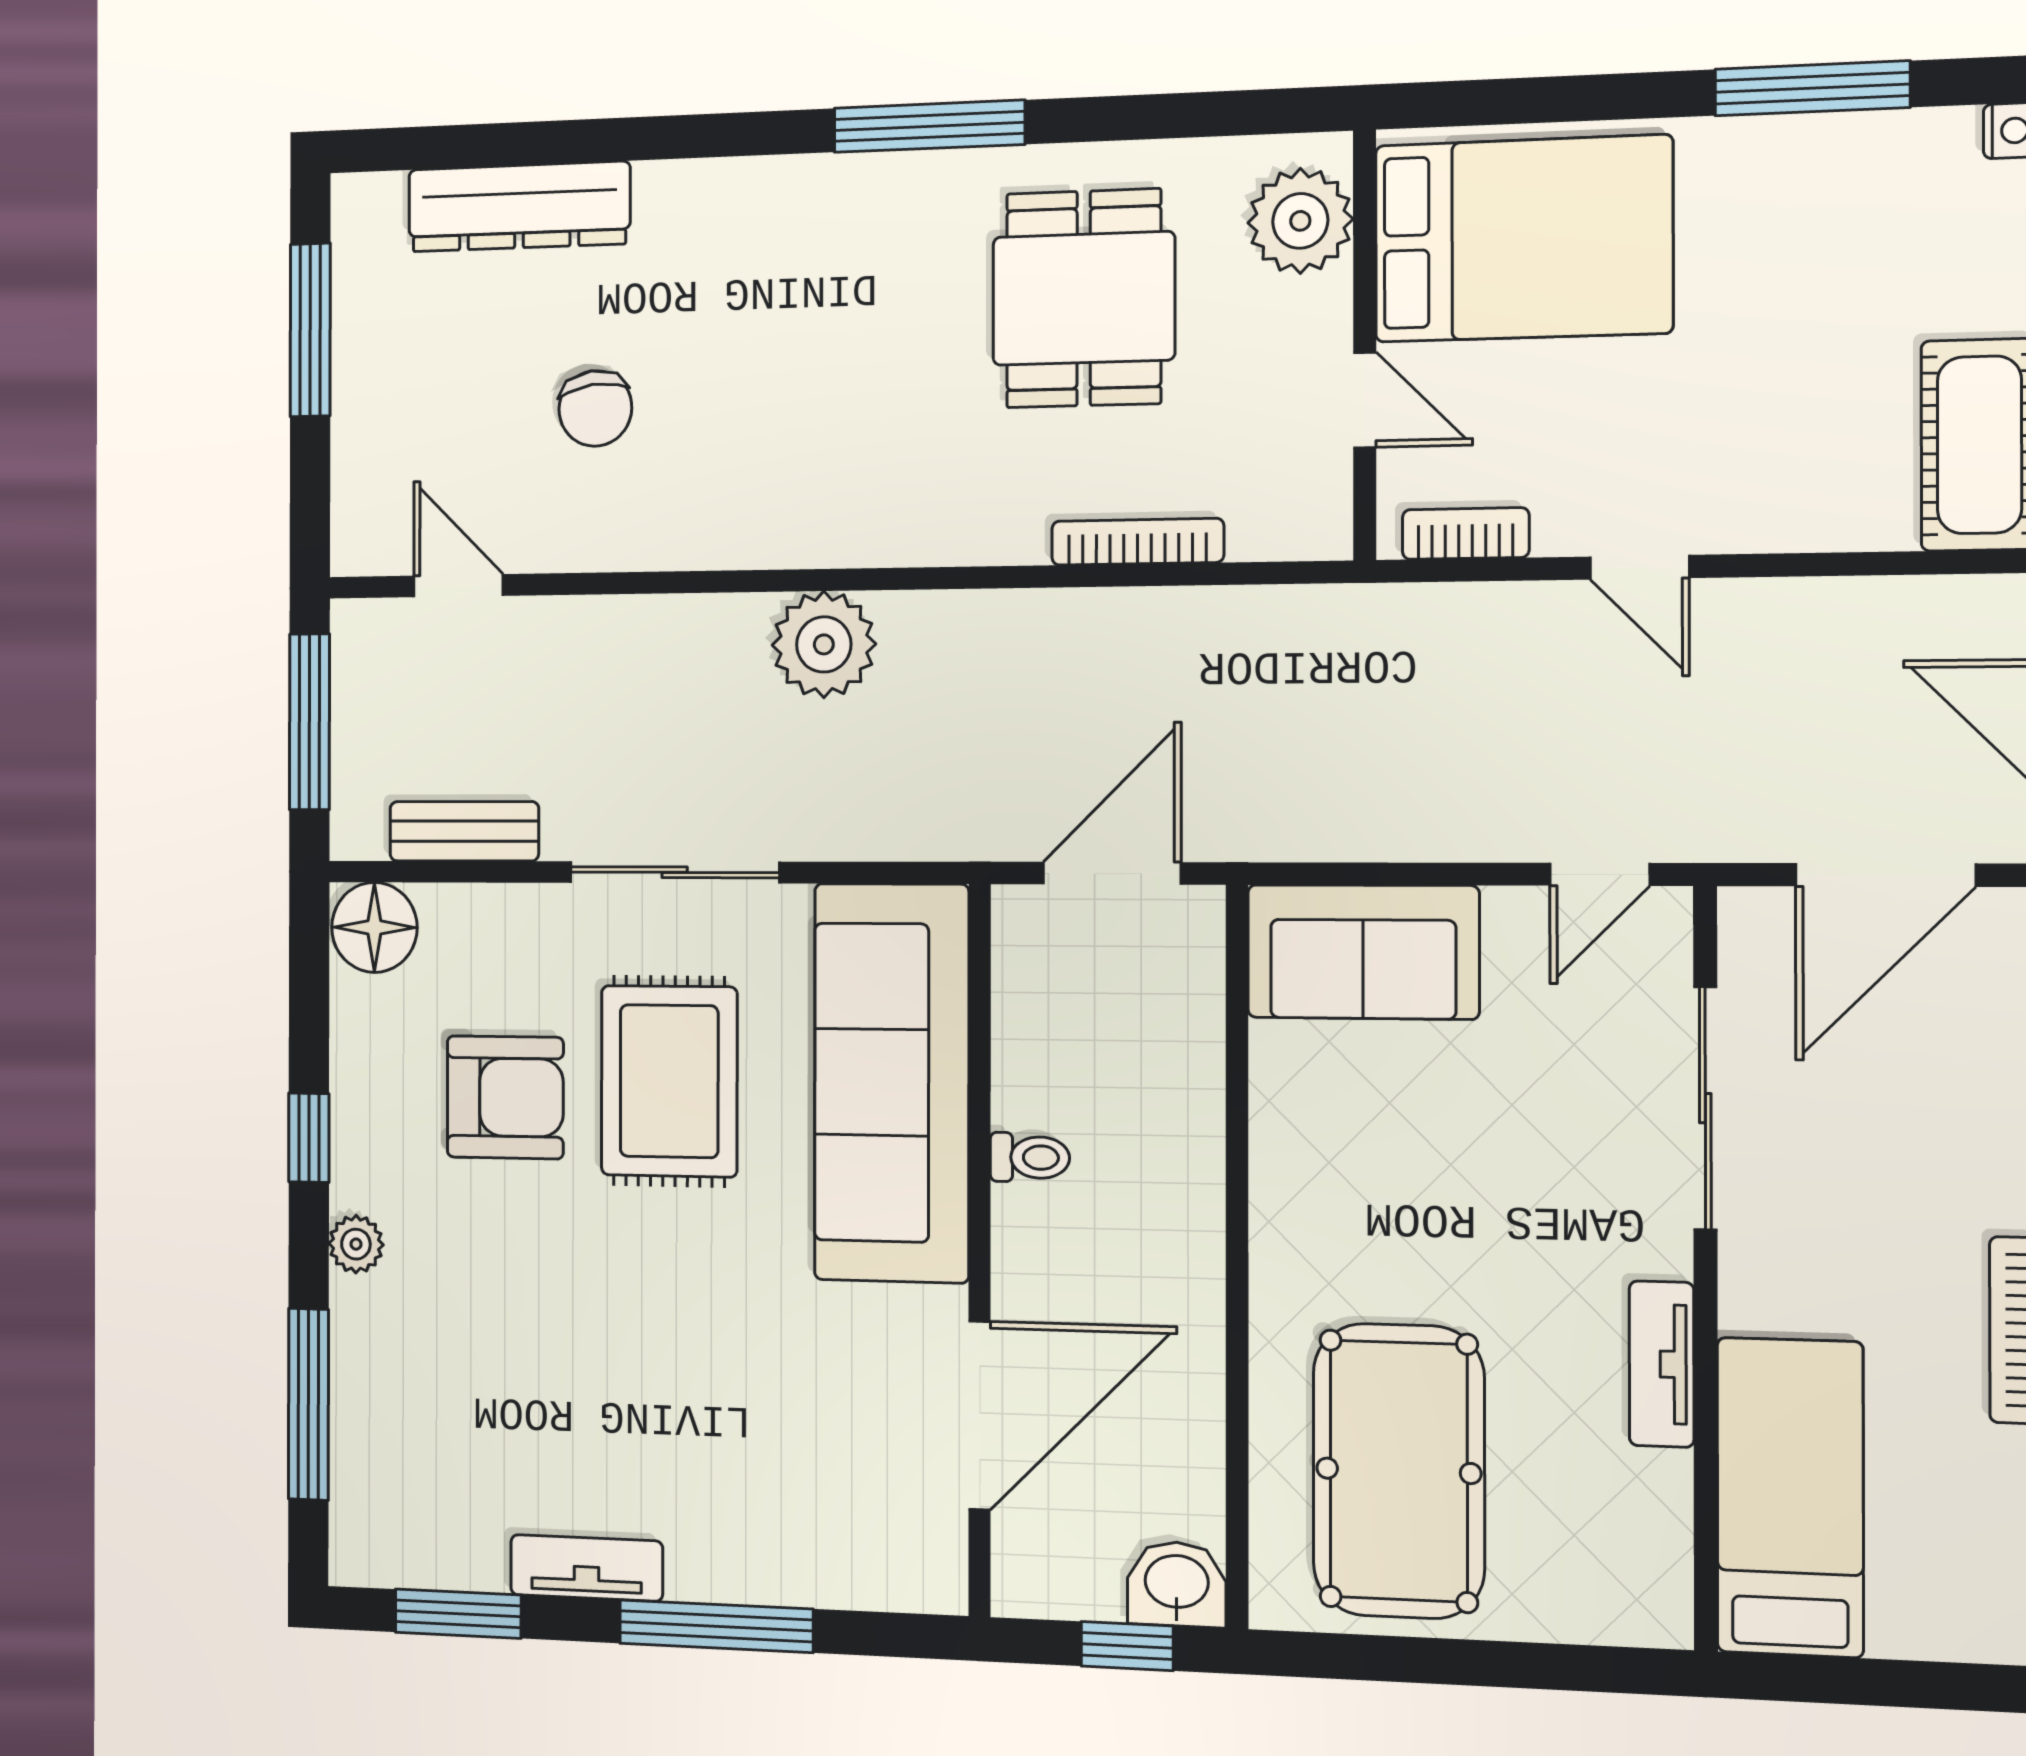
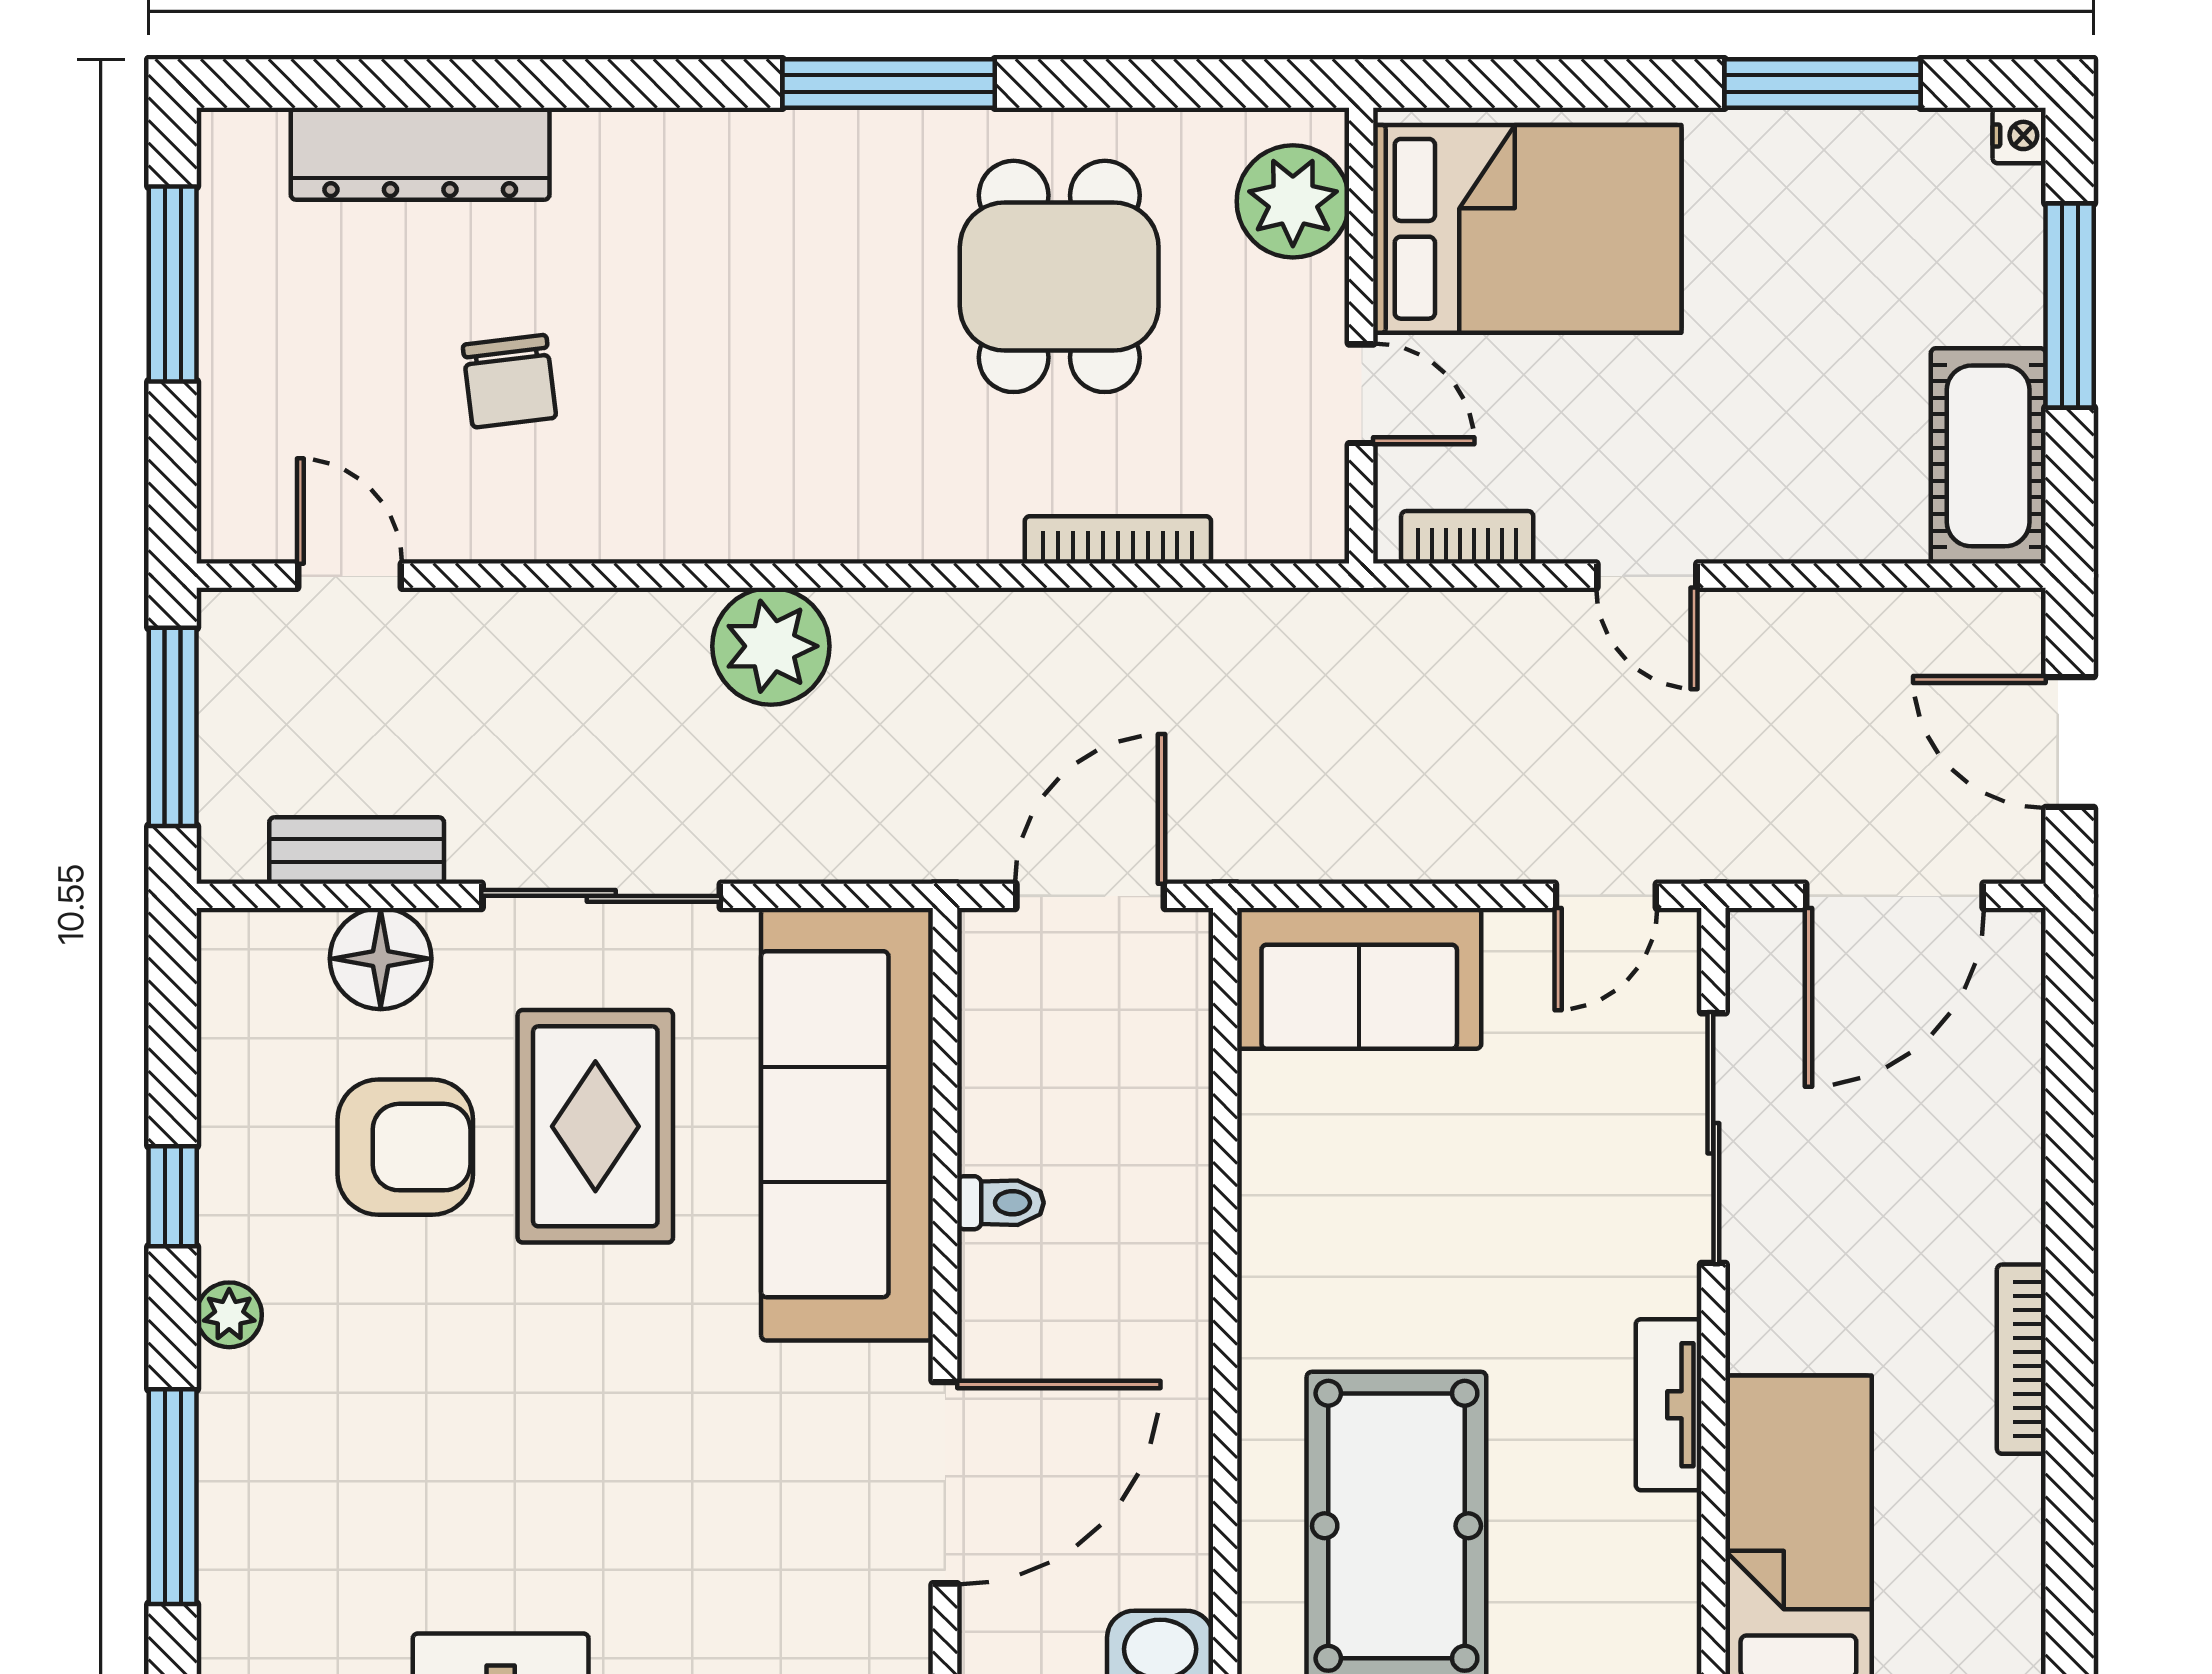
floor lamp: (374, 927) -> (381, 959), moved

